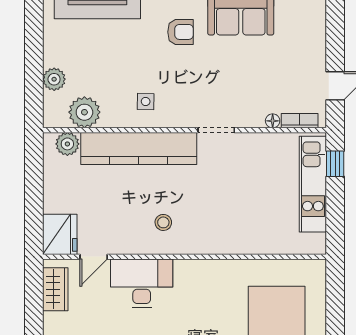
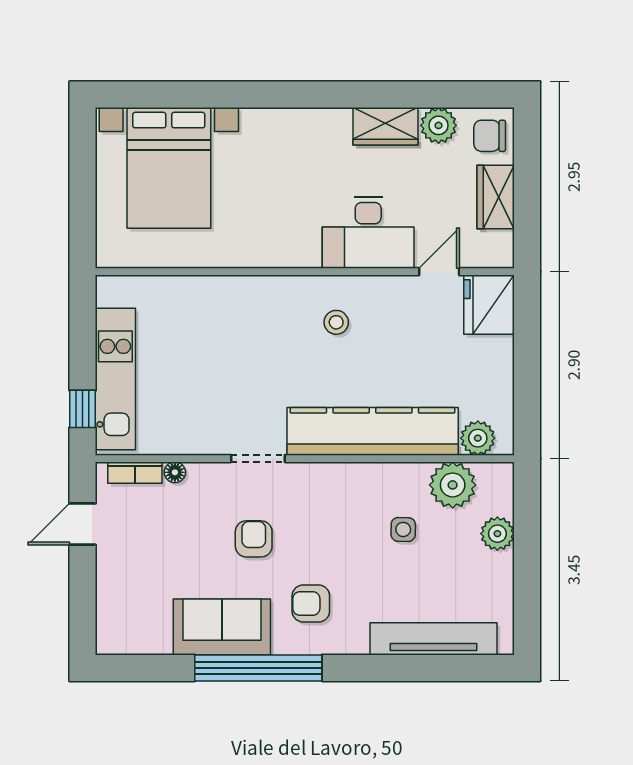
armchair: (219, 76) -> (254, 539), added
side table: (146, 102) -> (403, 529), moved
wardrobe: (55, 289) -> (496, 197), moved

